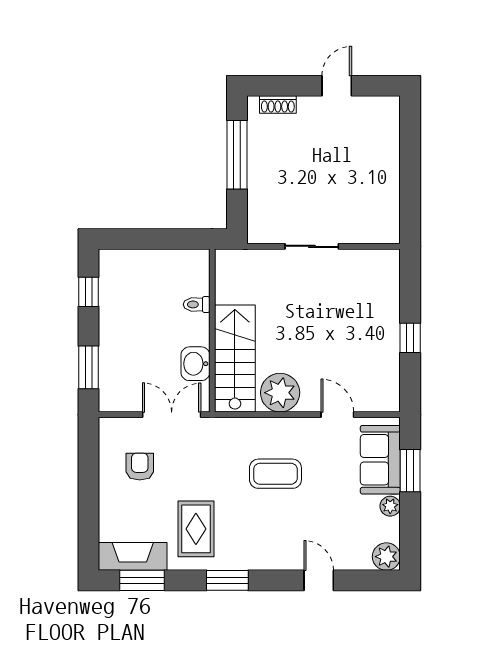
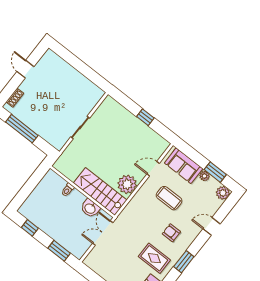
armchair: (140, 467) -> (171, 233), moved
window: (410, 471) -> (215, 172), moved
coffee table: (275, 474) -> (169, 198), moved, turned 90

